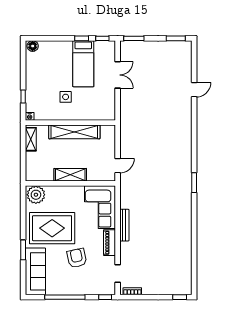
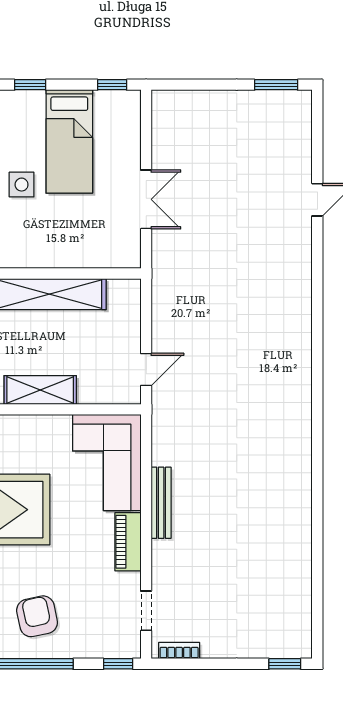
window: (82, 38) -> (30, 85), moved
window: (134, 38) -> (183, 85), removed
double door: (118, 75) -> (146, 199), moved
side table: (66, 97) -> (22, 185), moved
window: (194, 183) -> (317, 408), removed
armchair: (77, 258) -> (37, 616), moved

